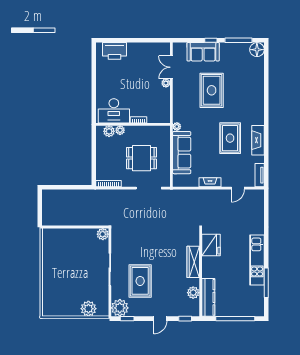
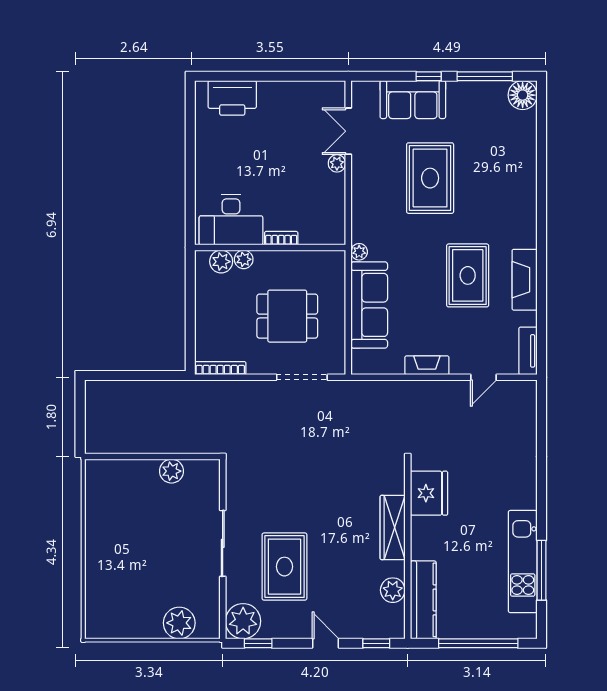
plant: (103, 234) -> (171, 471), moved
kitchen unit: (257, 260) -> (523, 562), moved
door: (160, 319) -> (326, 643), swing flipped

